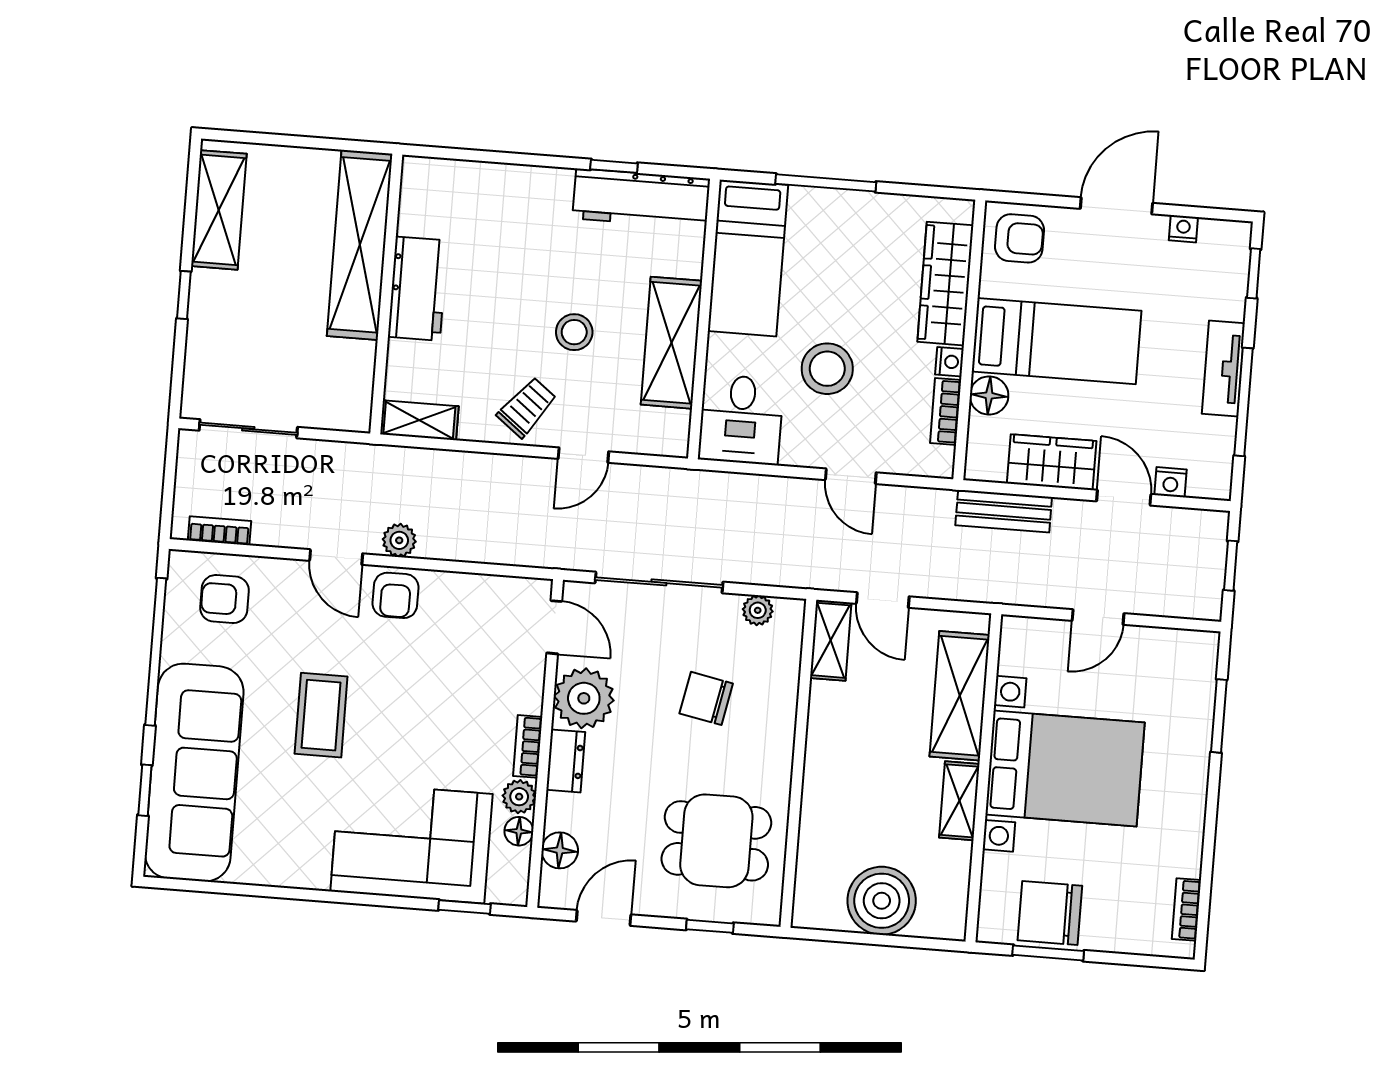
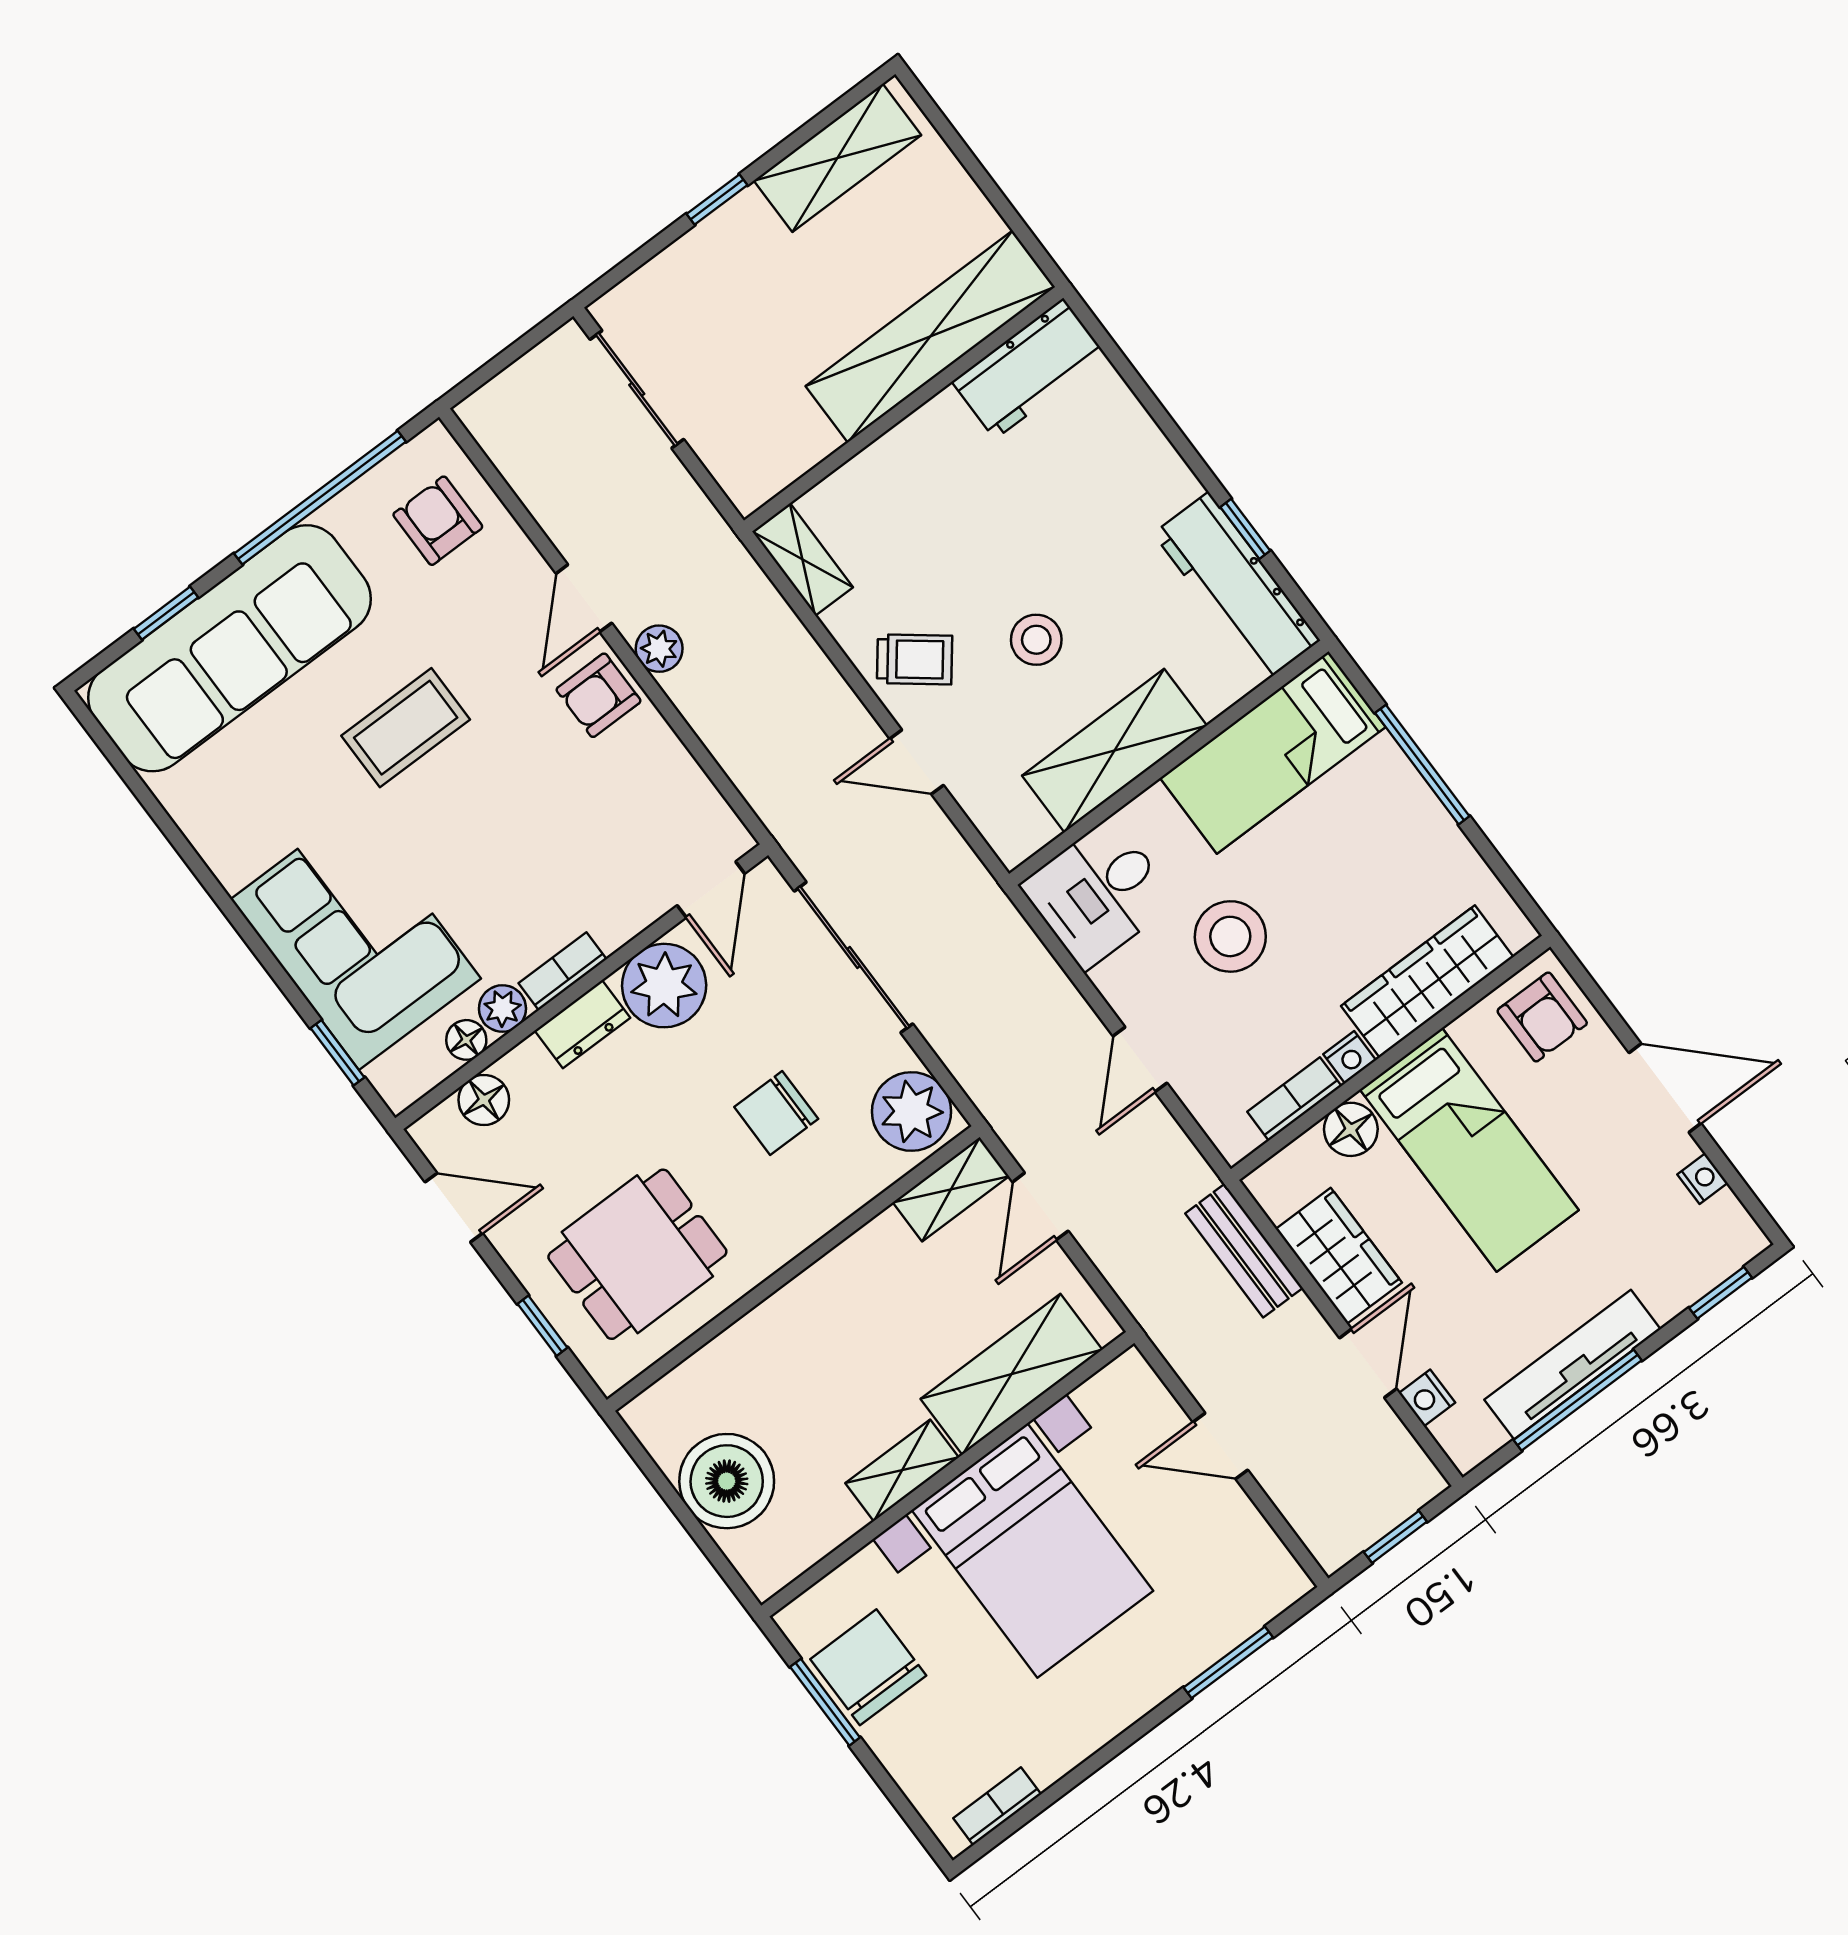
workbench: (418, 289) -> (1029, 369), moved
tv unit: (1223, 369) -> (1572, 1364), width x1.41
bookcase: (220, 531) -> (504, 453), removed
plant: (758, 610) -> (911, 1112), width x1.88, depth x1.88
chair: (706, 698) -> (776, 1113), turned -101
dining table: (716, 841) -> (637, 1254), turned 90

